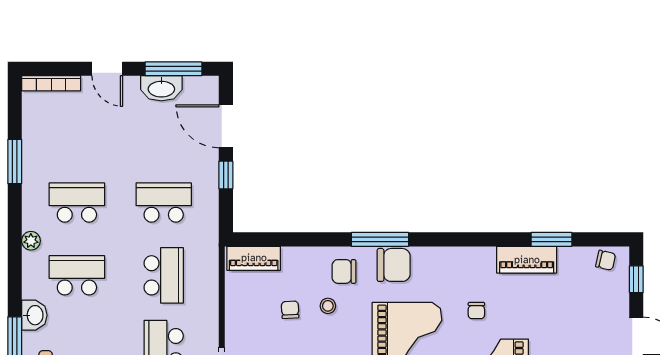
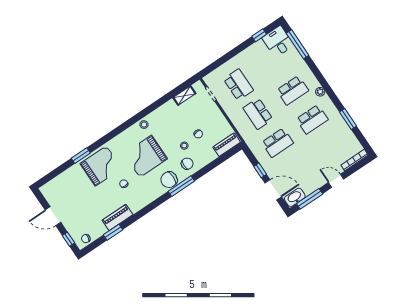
washbasin: (161, 88) -> (295, 197), moved
washbasin: (34, 315) -> (299, 63), removed

